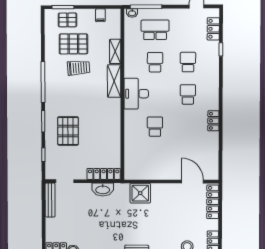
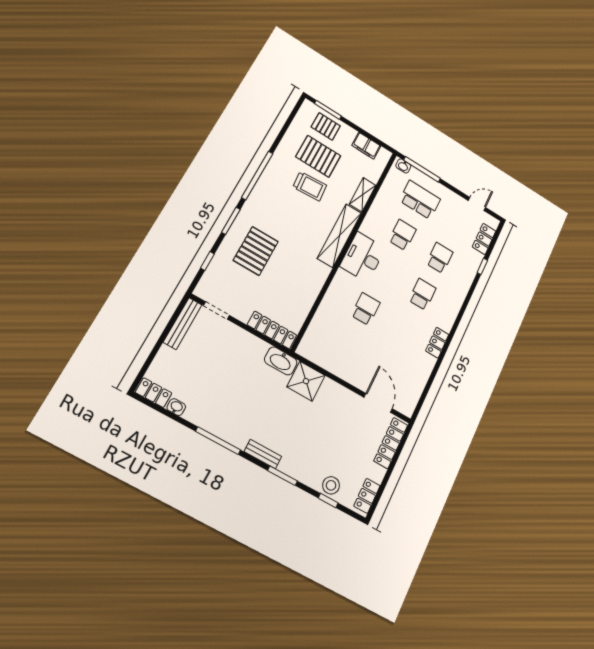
filing cabinet: (100, 15) -> (366, 146), width x2.00
shelving: (114, 81) -> (339, 236), width x1.47
washbasin: (103, 190) -> (281, 361), moved

